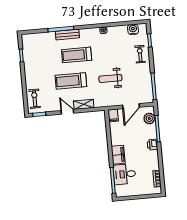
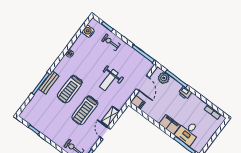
door: (67, 112) -> (105, 133), hinge flipped

